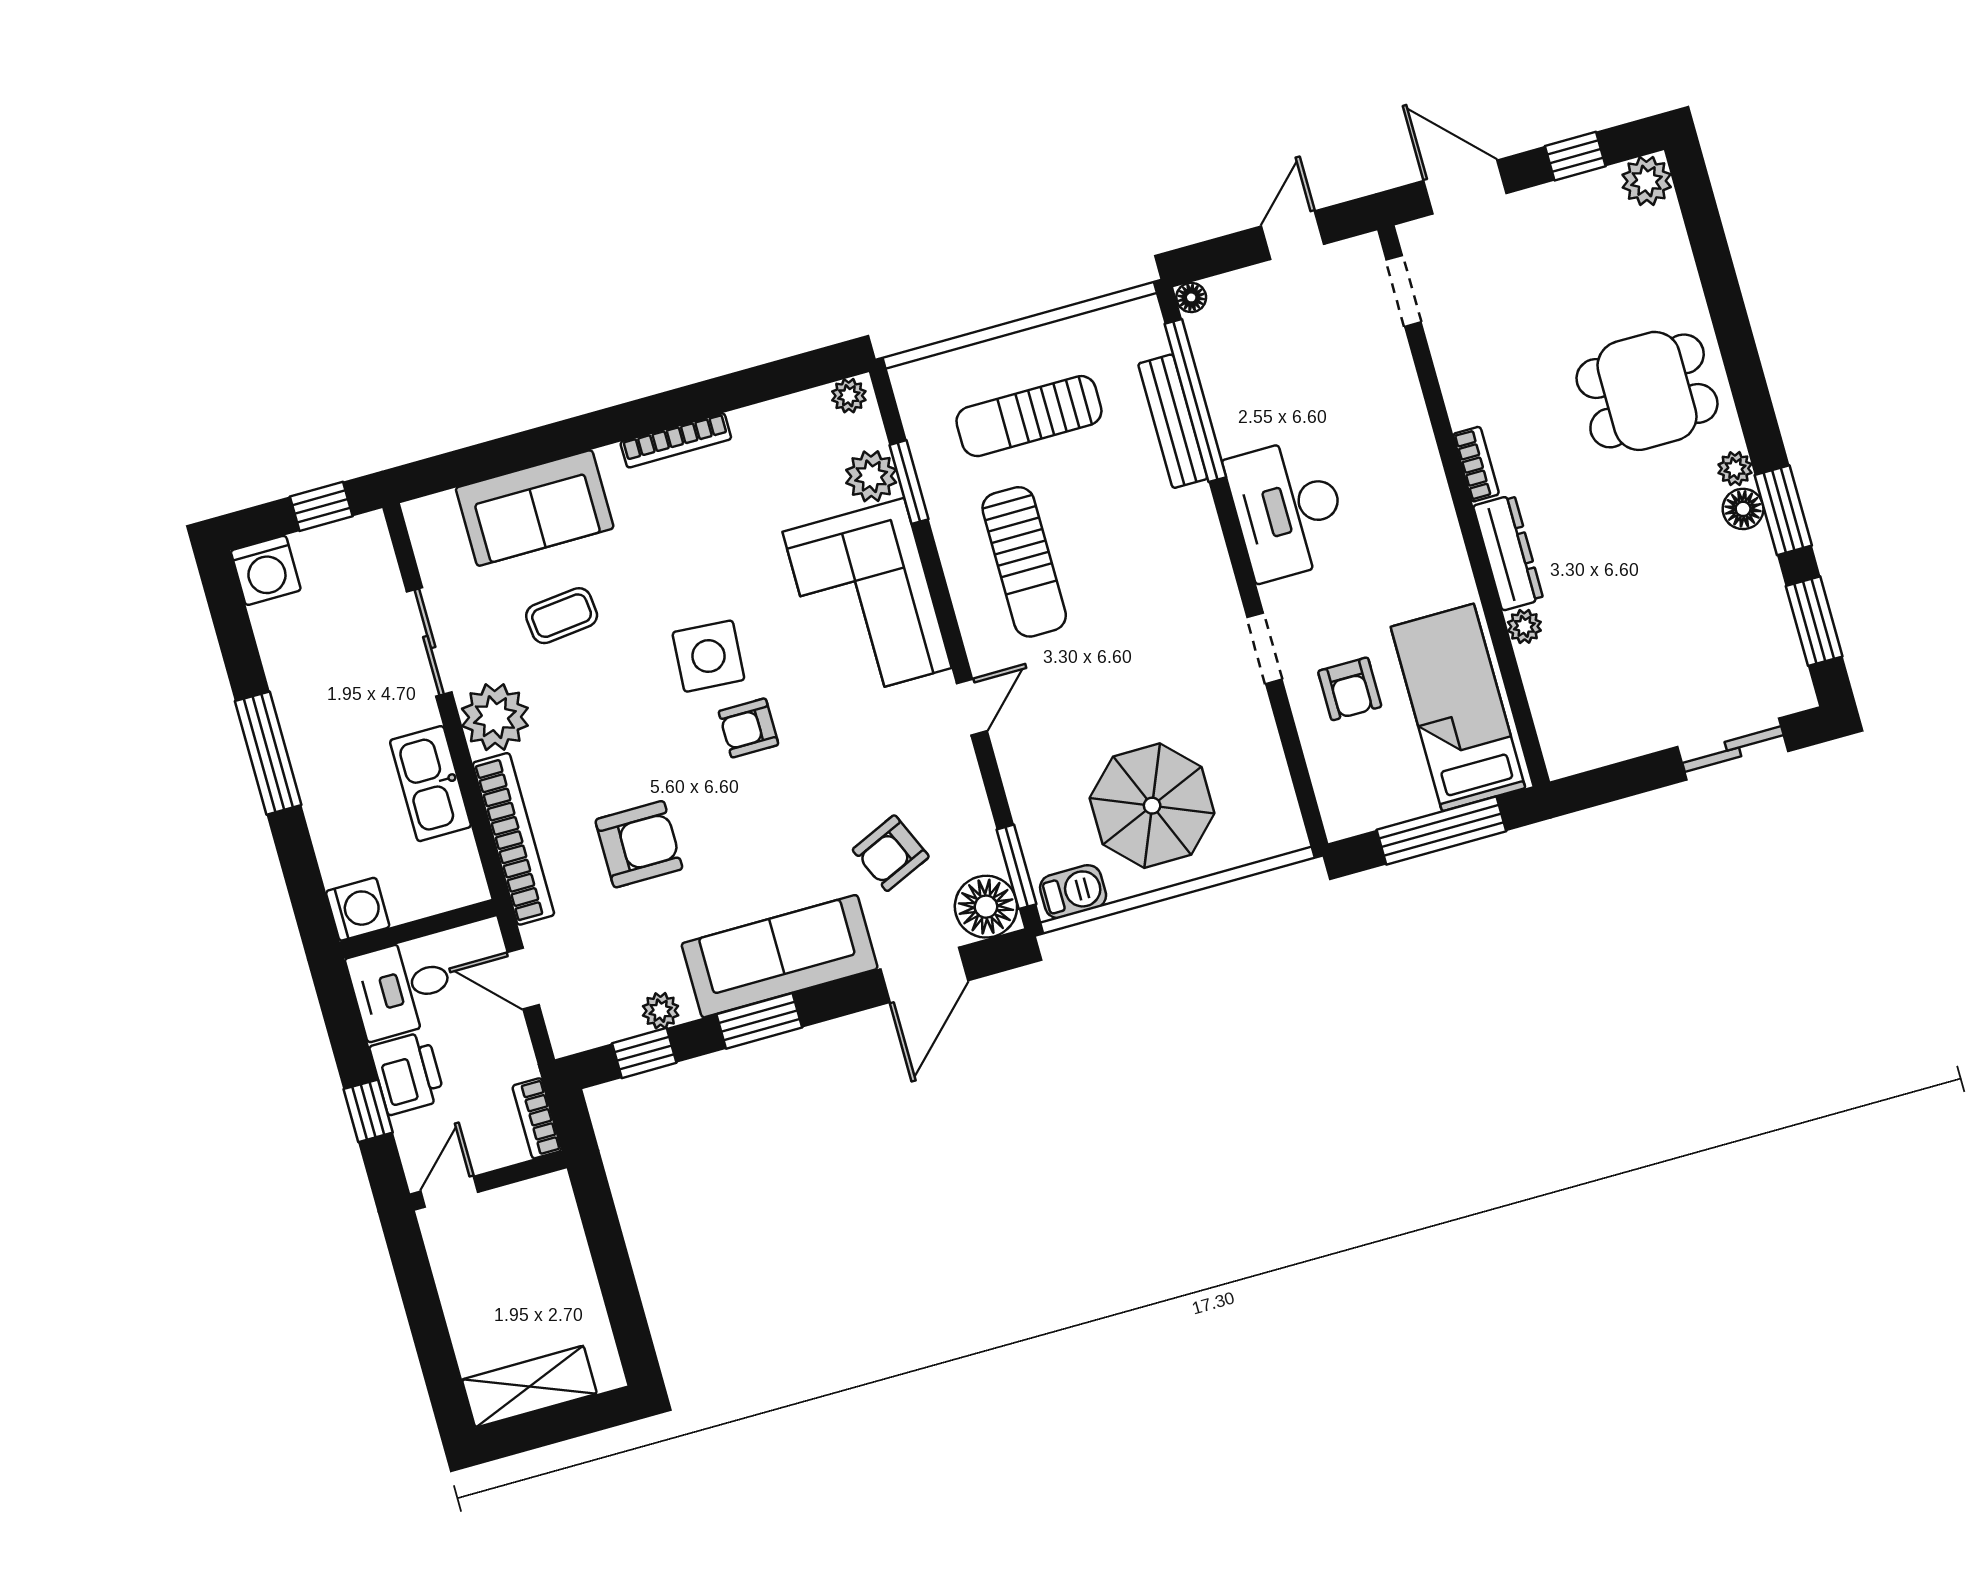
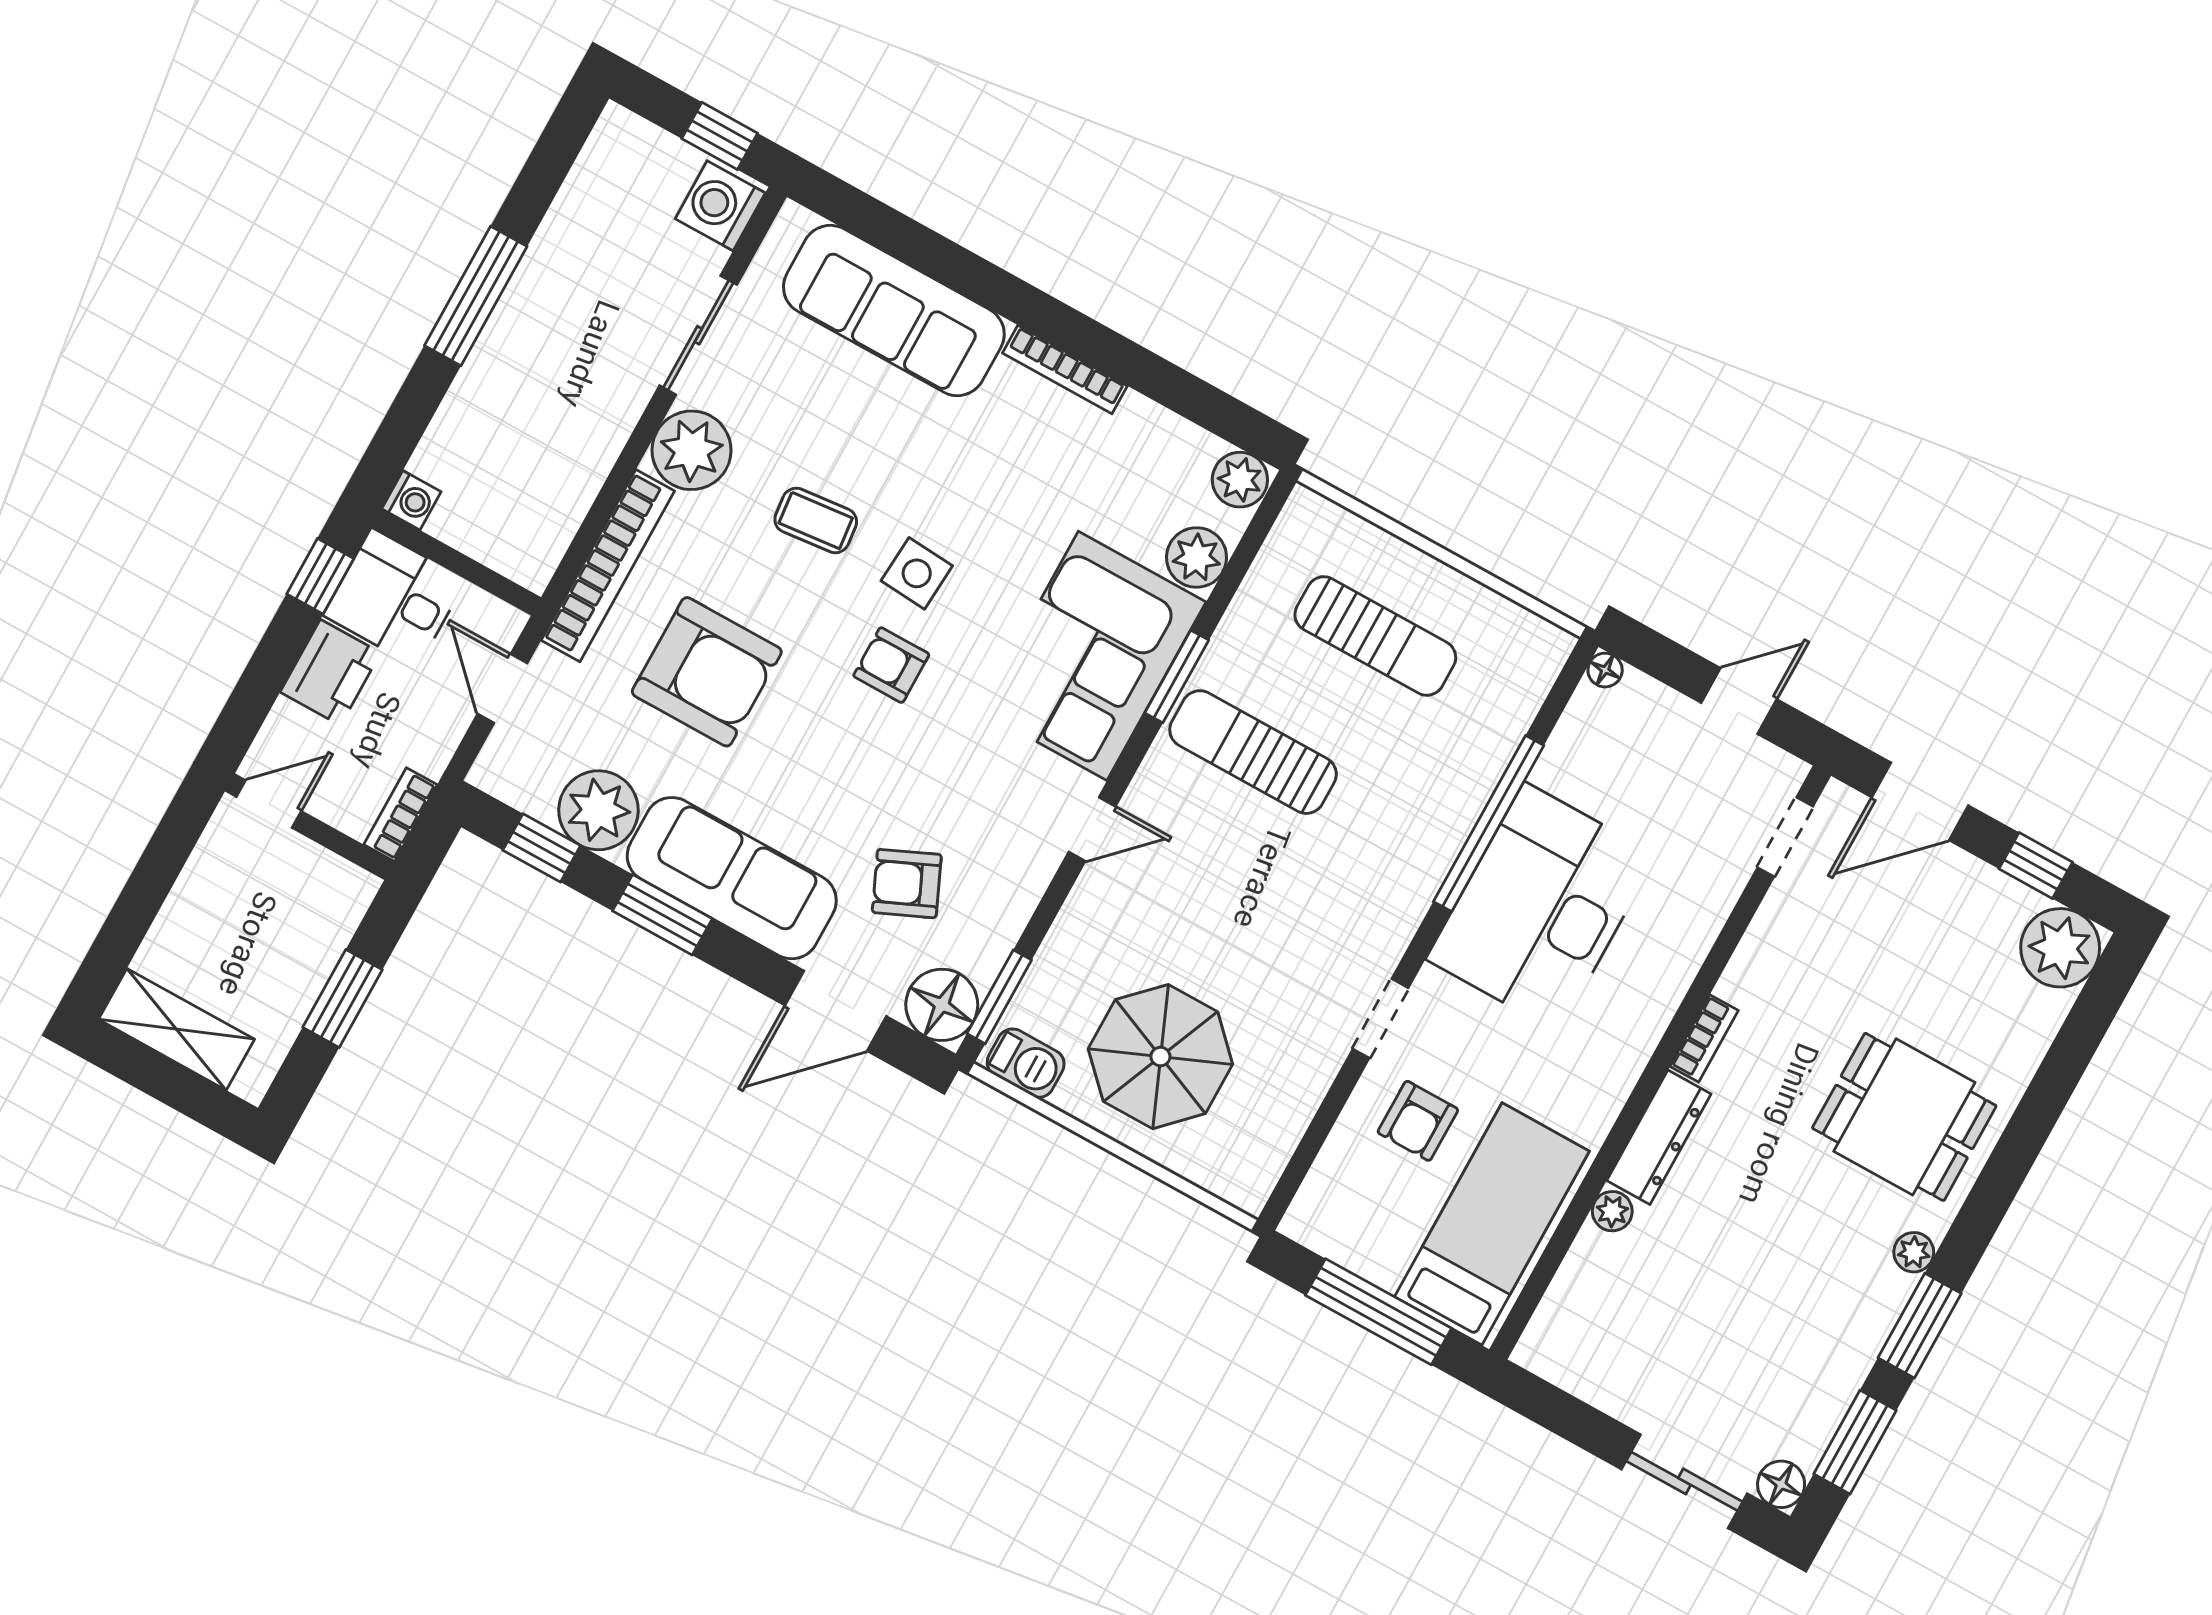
plant: (1647, 181) -> (2060, 948), width x1.36, depth x1.36
door: (1465, 187) -> (1920, 801), swing flipped
plant: (849, 396) -> (1240, 480), width x1.38, depth x1.38
window: (1195, 400) -> (1489, 824), moved
sun lounger: (1029, 416) -> (1375, 636), turned 180
bench: (1173, 421) -> (1490, 757), removed
window: (909, 482) -> (1177, 676), moved
sofa: (535, 508) -> (894, 311), width x1.36
desk: (1288, 509) -> (1541, 907), width x1.36, depth x1.30
floor lamp: (1743, 509) -> (1781, 1484), moved
sun lounger: (1024, 562) -> (1253, 752), turned 90
washing machine: (266, 570) -> (720, 206), moved, turned 90
coffee table: (562, 616) -> (816, 520), moved
side table: (708, 656) -> (917, 573), width x0.73, depth x0.73
kitchen sink: (430, 784) -> (584, 453), removed
armchair: (639, 844) -> (707, 672), width x1.36, depth x1.36
washing machine: (358, 909) -> (411, 500), width x0.73, depth x0.73
plant: (661, 1011) -> (598, 810), width x1.88, depth x1.88
window: (368, 1111) -> (320, 576), moved
window: (613, 1267) -> (343, 999), added

